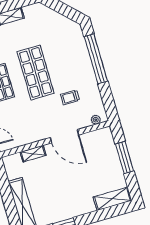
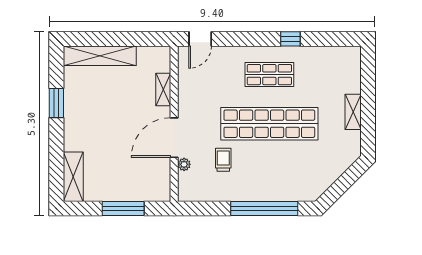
shop shelf: (36, 72) -> (269, 124), width x1.40
plant: (96, 120) -> (184, 164), moved

